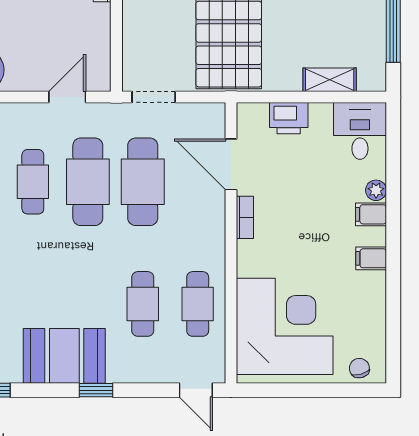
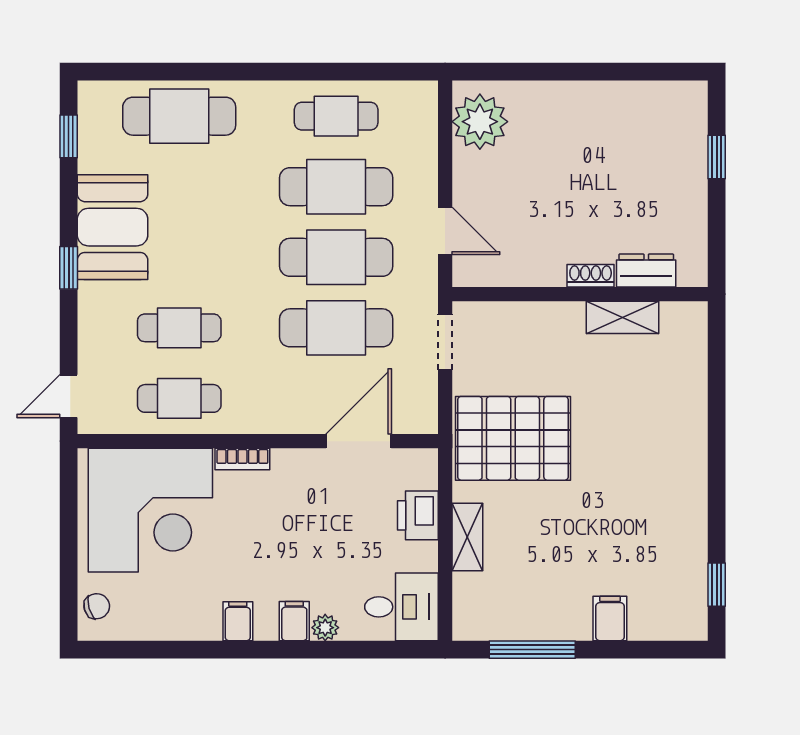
shelving: (330, 80) -> (467, 537), moved
cafe table: (33, 182) -> (336, 187), width x1.37, depth x1.35
bookcase: (245, 217) -> (242, 459), moved

